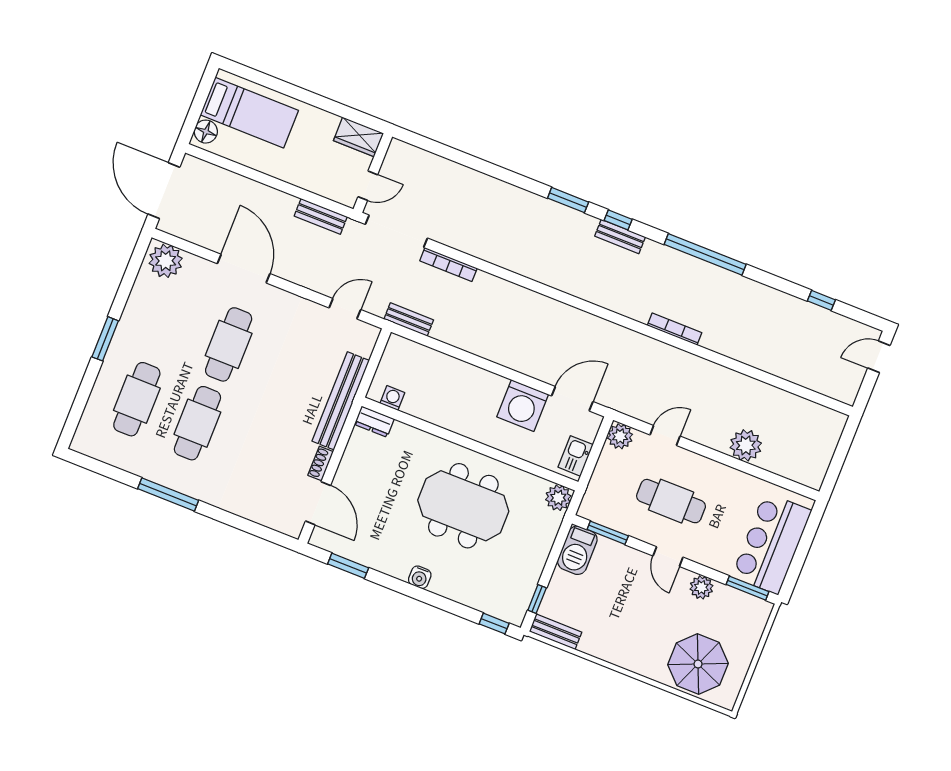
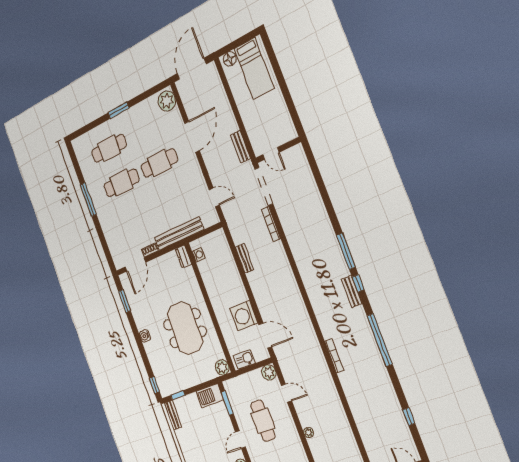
wardrobe: (358, 137) -> (287, 127), removed
window: (568, 200) -> (346, 251), width x1.44
bench: (409, 320) -> (245, 258), moved
plant: (746, 445) -> (309, 432), width x0.53, depth x0.53

